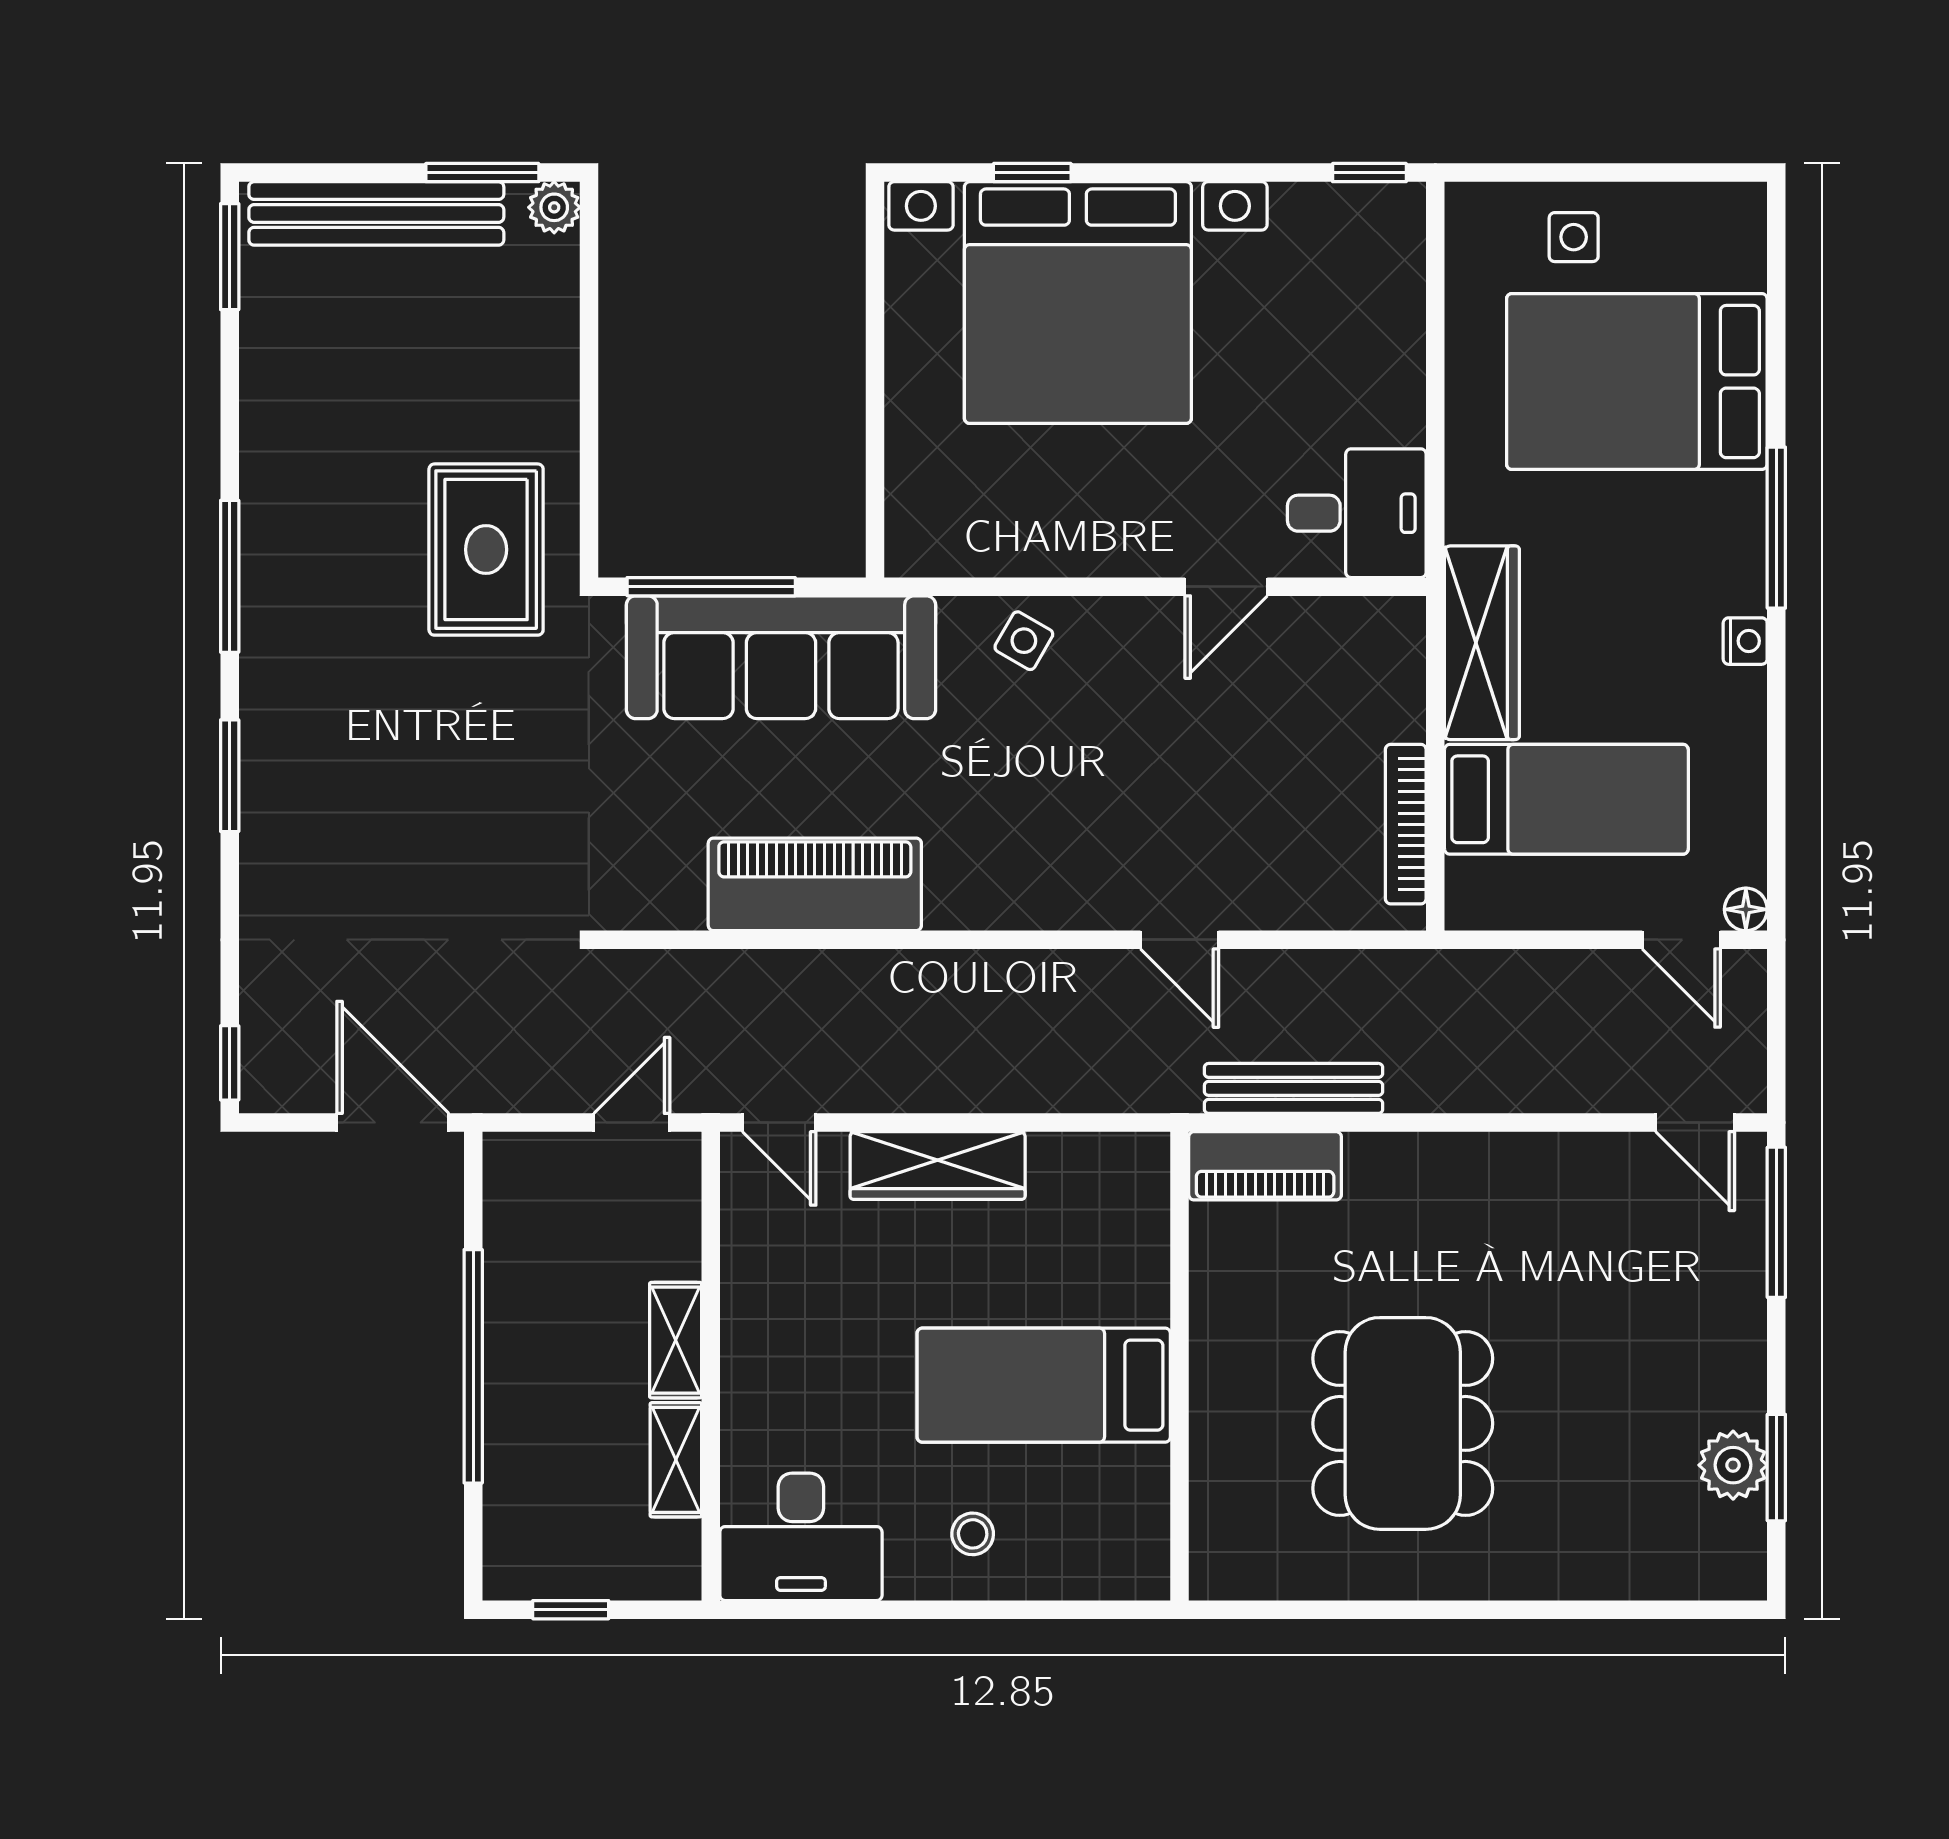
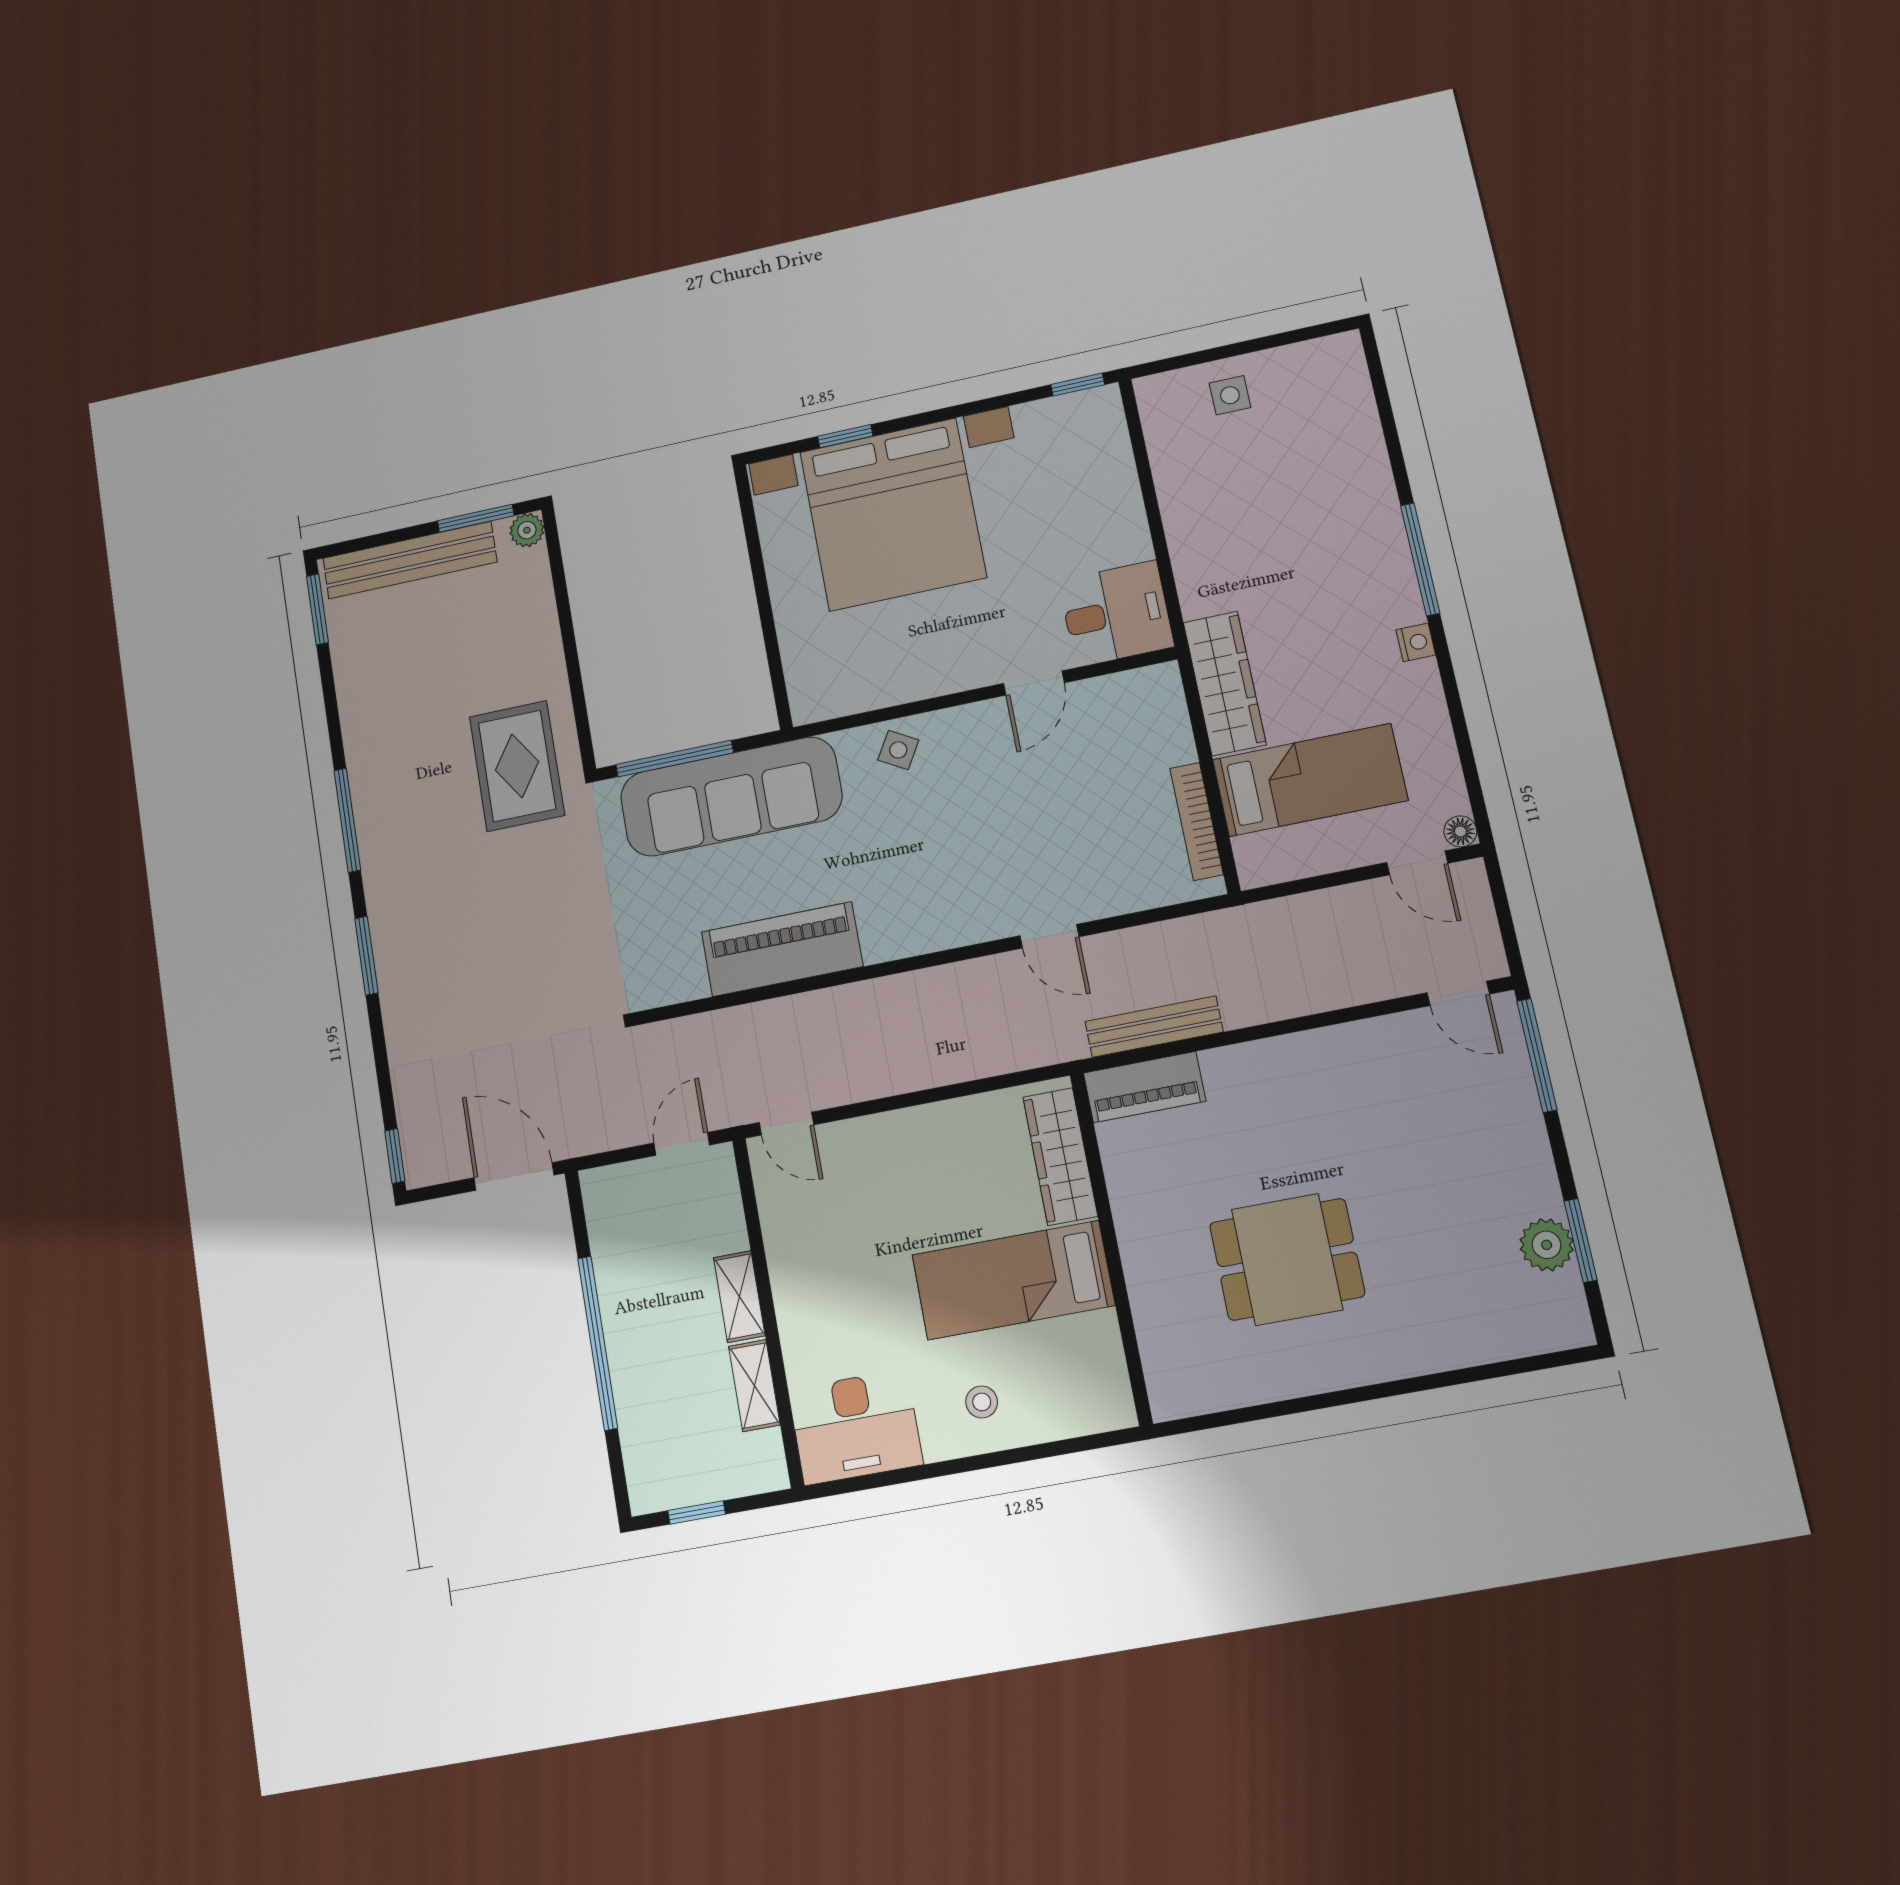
bed: (1637, 382) -> (1297, 482), removed
wardrobe: (938, 1165) -> (1060, 1156), moved, turned 90
dining table: (1403, 1423) -> (1287, 1259), width x0.73

